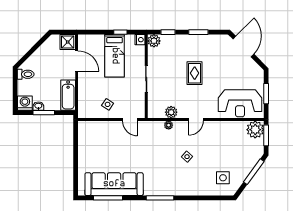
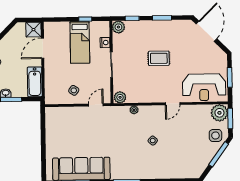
nightstand: (140, 40) -> (105, 43), moved
door: (77, 61) -> (43, 48), swing flipped
rug: (195, 73) -> (159, 58), turned 90
plant: (171, 112) -> (120, 97), moved
door: (130, 120) -> (96, 105), swing flipped
door: (196, 120) -> (173, 104), moved
side table: (223, 178) -> (215, 135), moved

